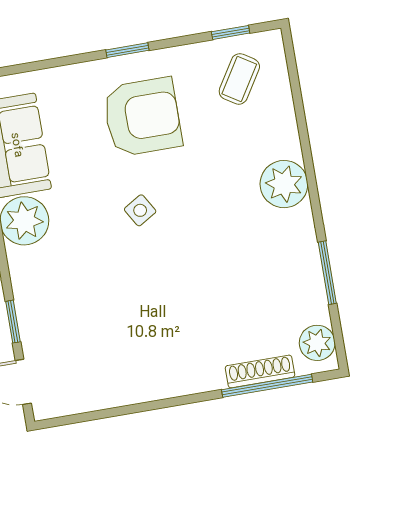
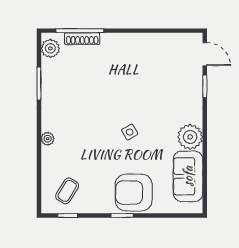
armchair: (142, 117) -> (134, 193), moved
plant: (284, 184) -> (48, 139), width x0.53, depth x0.53

